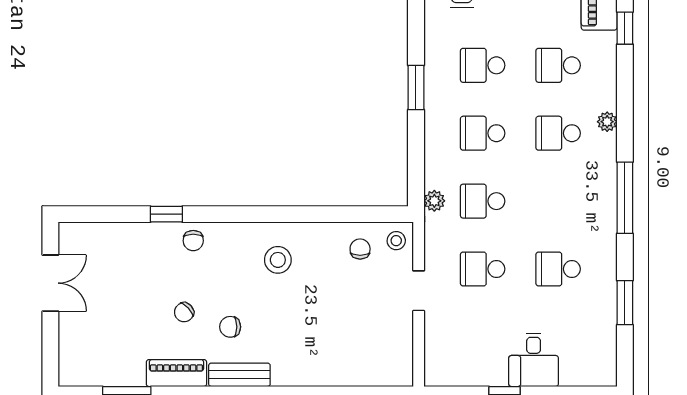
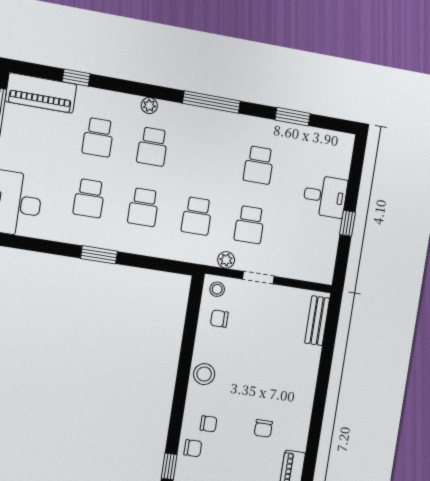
plant: (434, 201) -> (226, 260), moved
stool: (278, 260) -> (204, 374), moved
chair: (184, 312) -> (209, 424), moved, turned -47
bench: (239, 375) -> (317, 321), moved

